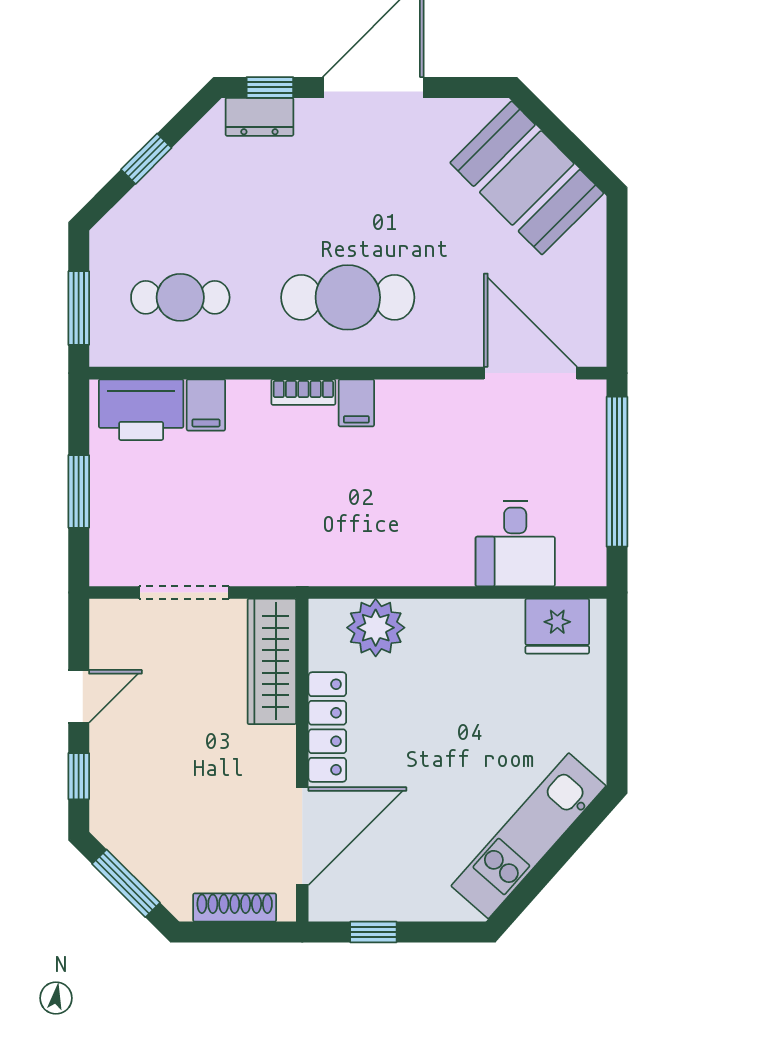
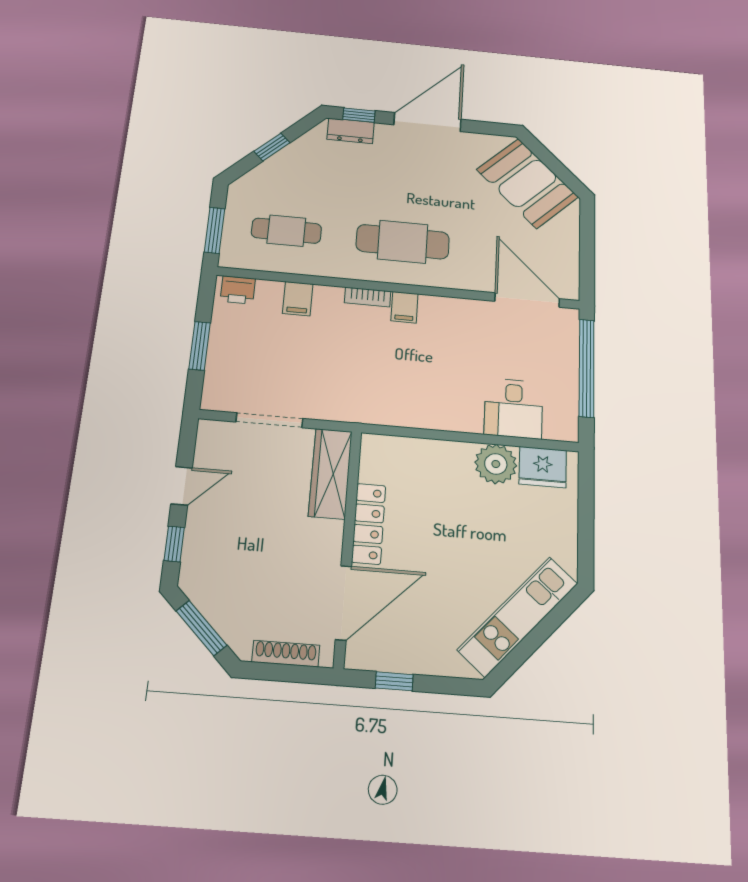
printer: (141, 410) -> (238, 290), width x0.53, depth x0.68
plant: (376, 628) -> (496, 464), moved

